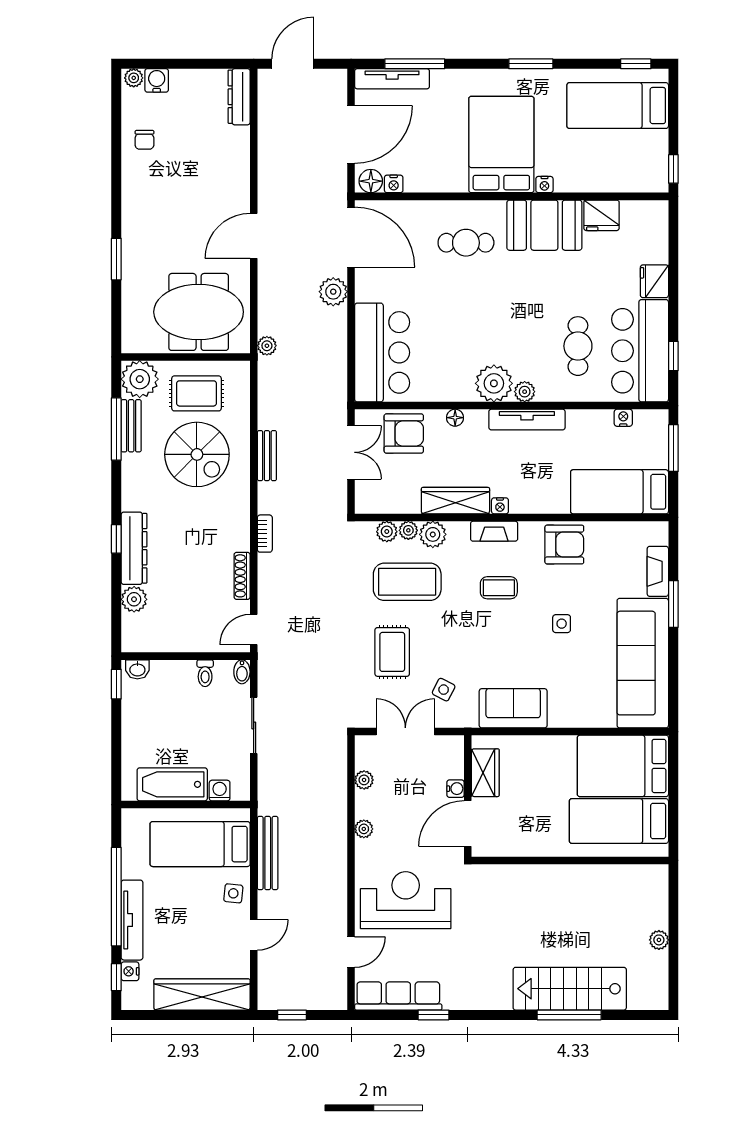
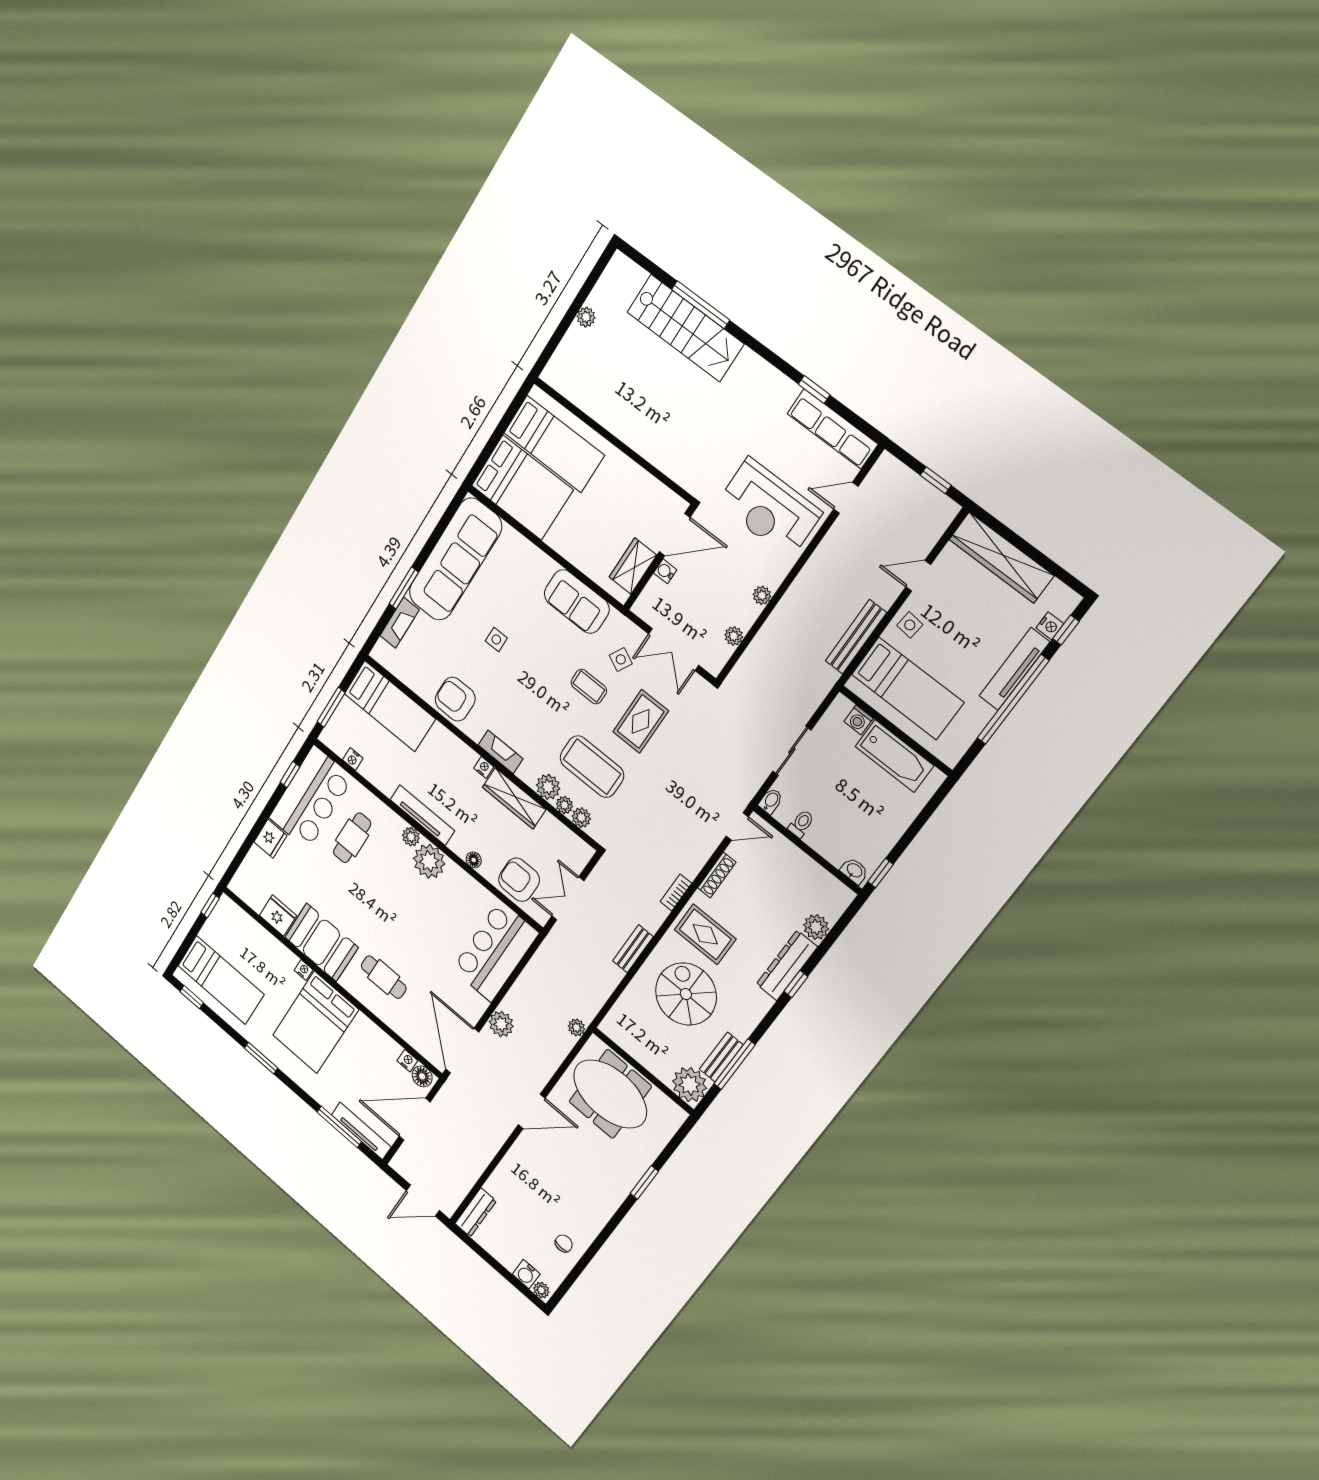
rug: (197, 393) -> (705, 934), moved
coffee table: (499, 588) -> (589, 687), moved

